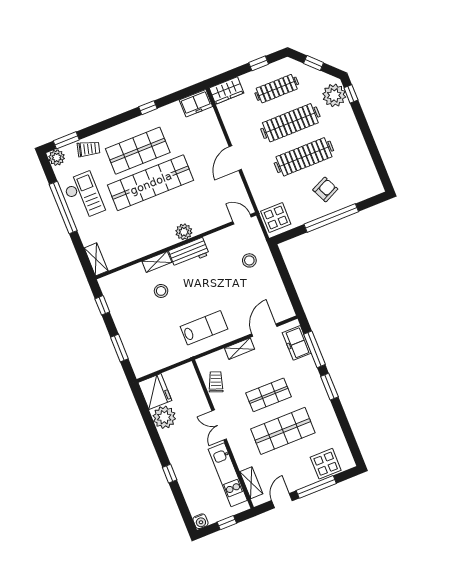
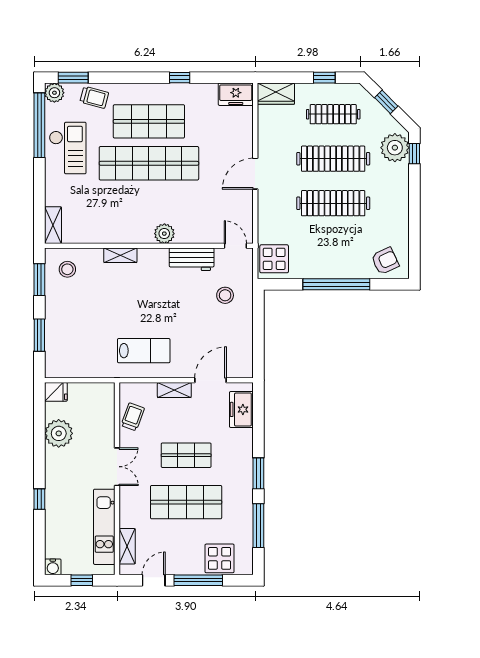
armchair: (325, 189) -> (385, 261), moved
window: (63, 208) -> (39, 125), moved
workbench: (189, 253) -> (192, 259), moved
stool: (161, 291) -> (67, 269), moved
window: (102, 305) -> (39, 280), width x1.50
window: (315, 349) -> (258, 526), moved
fridge: (155, 391) -> (56, 392), width x0.53, depth x0.75
double door: (219, 425) -> (117, 467), swing flipped

